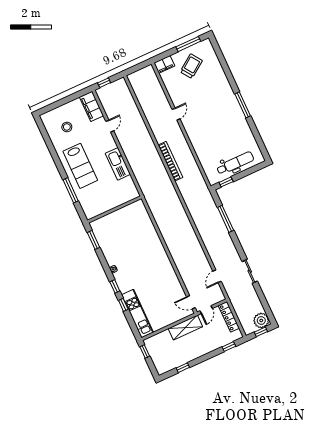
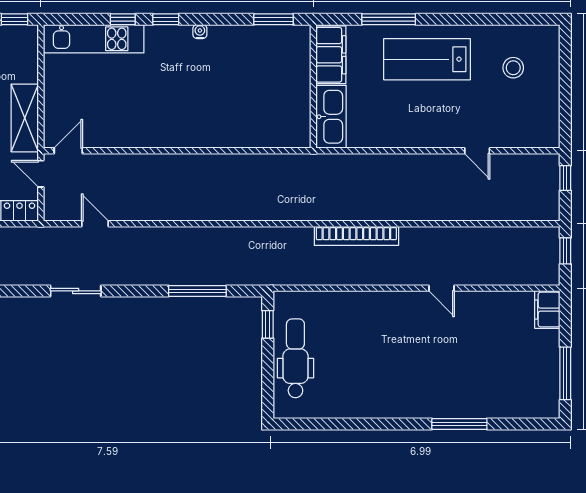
trolley: (191, 66) -> (520, 360), removed
window: (135, 68) -> (565, 251), added
window: (243, 105) -> (459, 424), moved
filing cabinet: (92, 106) -> (331, 55), moved, turned 90
dental chair: (235, 163) -> (295, 358), turned 180
kitchen sink: (118, 164) -> (331, 117), moved, turned 90

